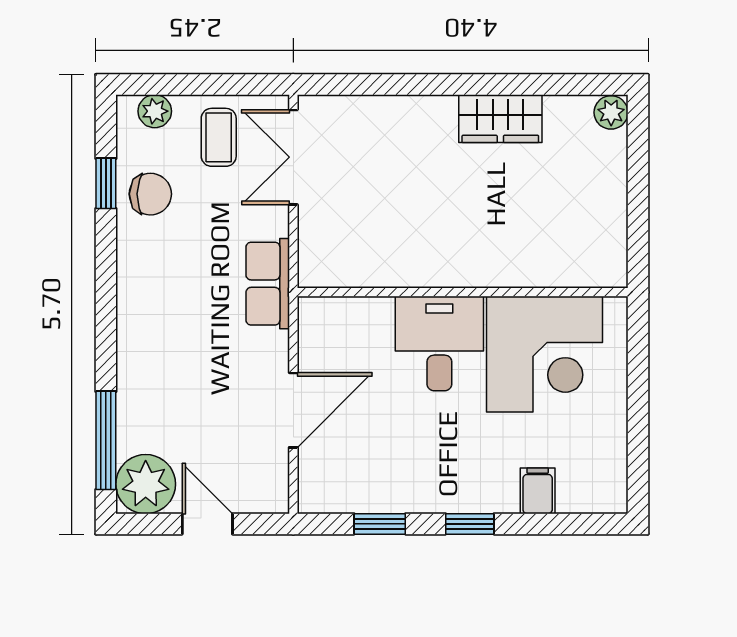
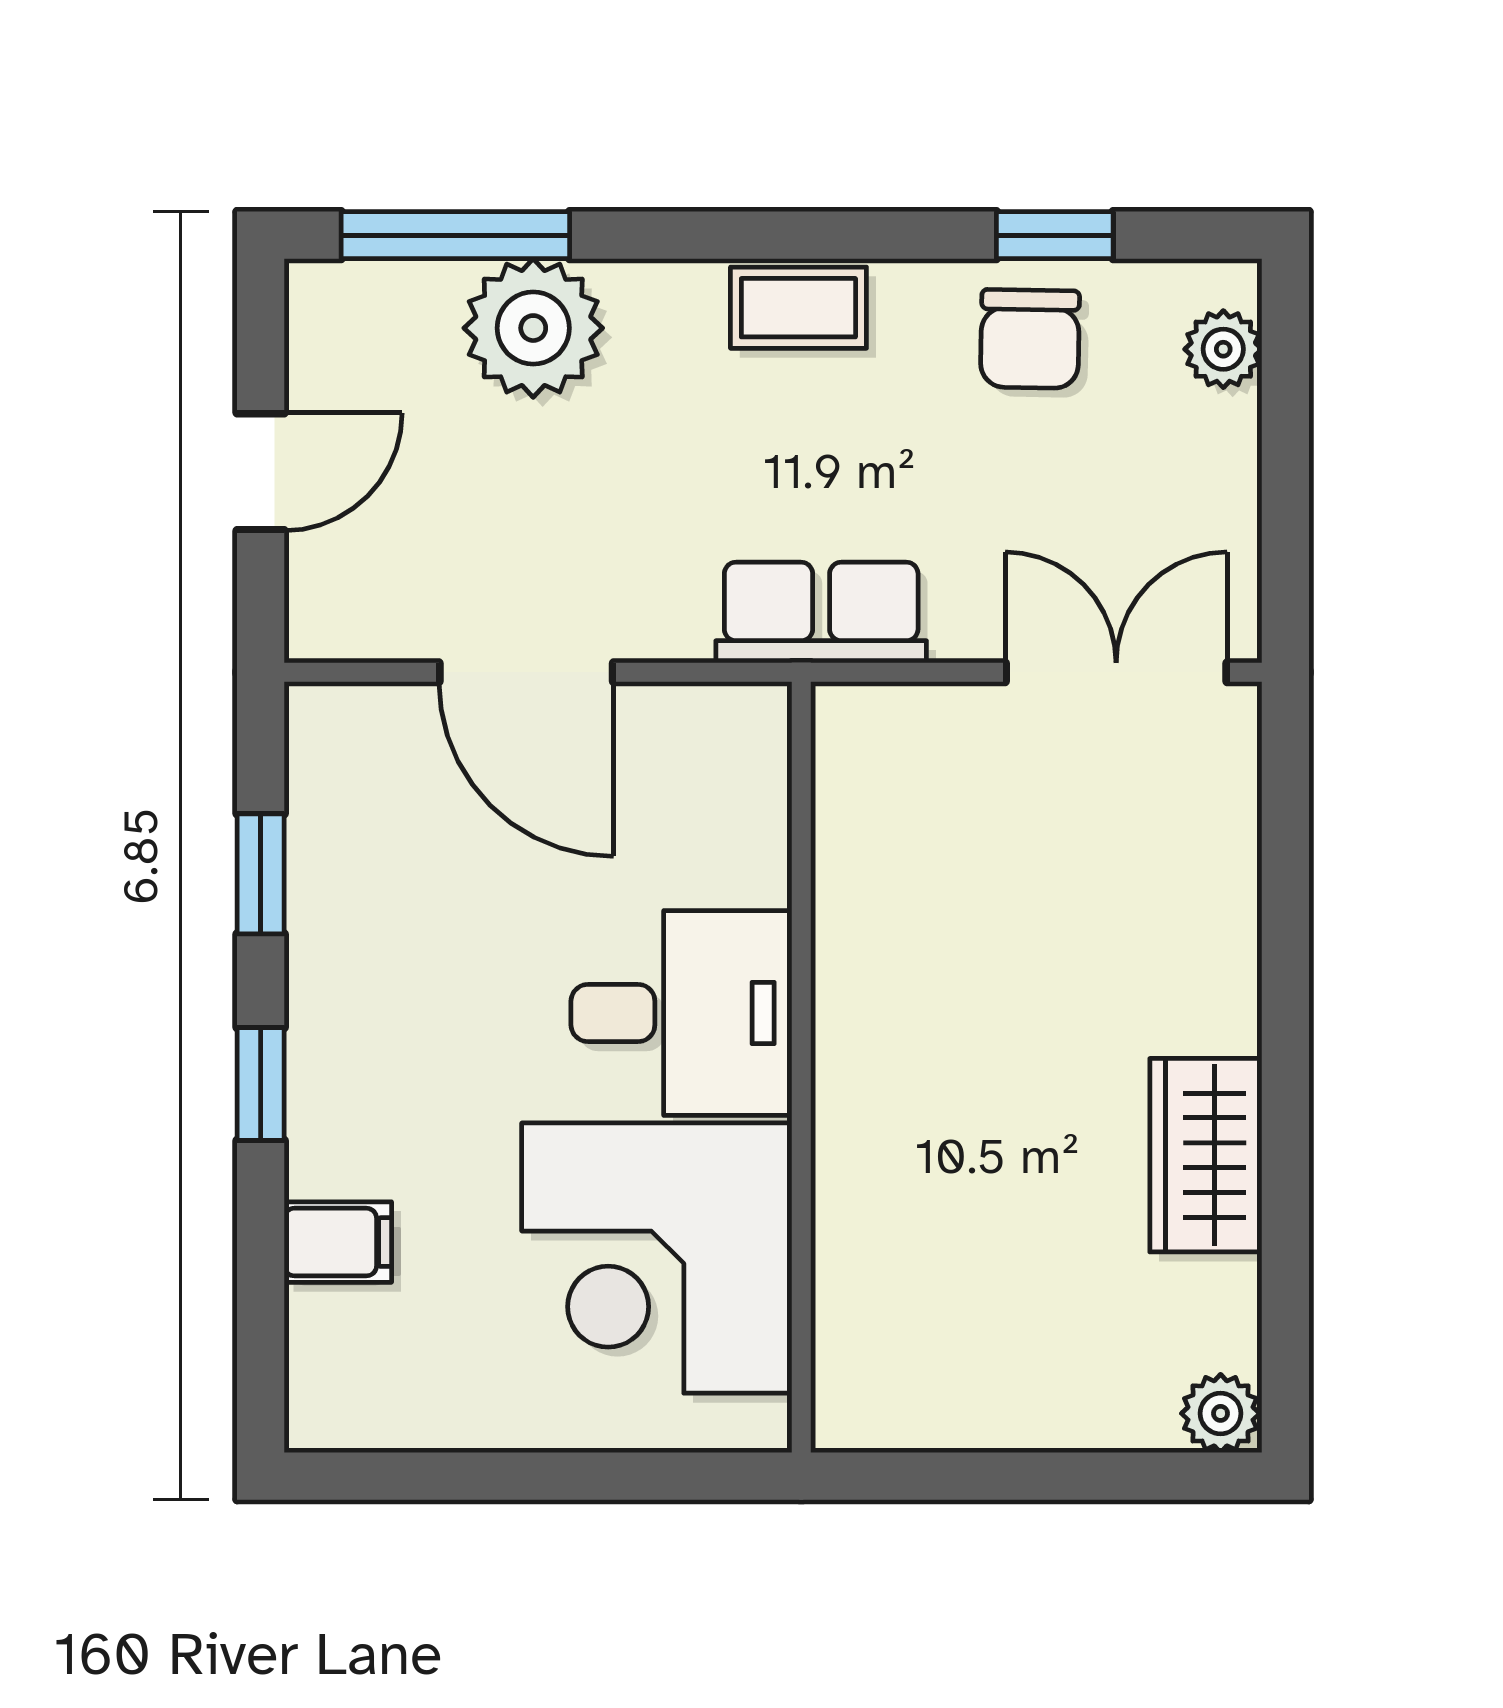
coffee table: (219, 137) -> (798, 308), moved
plant: (146, 484) -> (533, 328), moved

